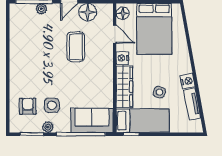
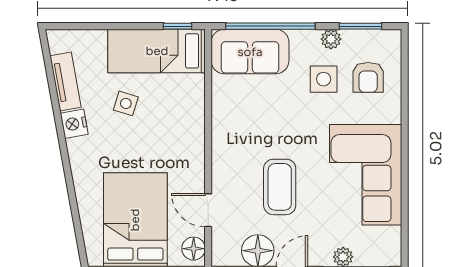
corner sofa: (29, 53) -> (366, 175), added
nightstand: (122, 58) -> (194, 166), removed
wardrobe: (124, 87) -> (190, 113), removed

